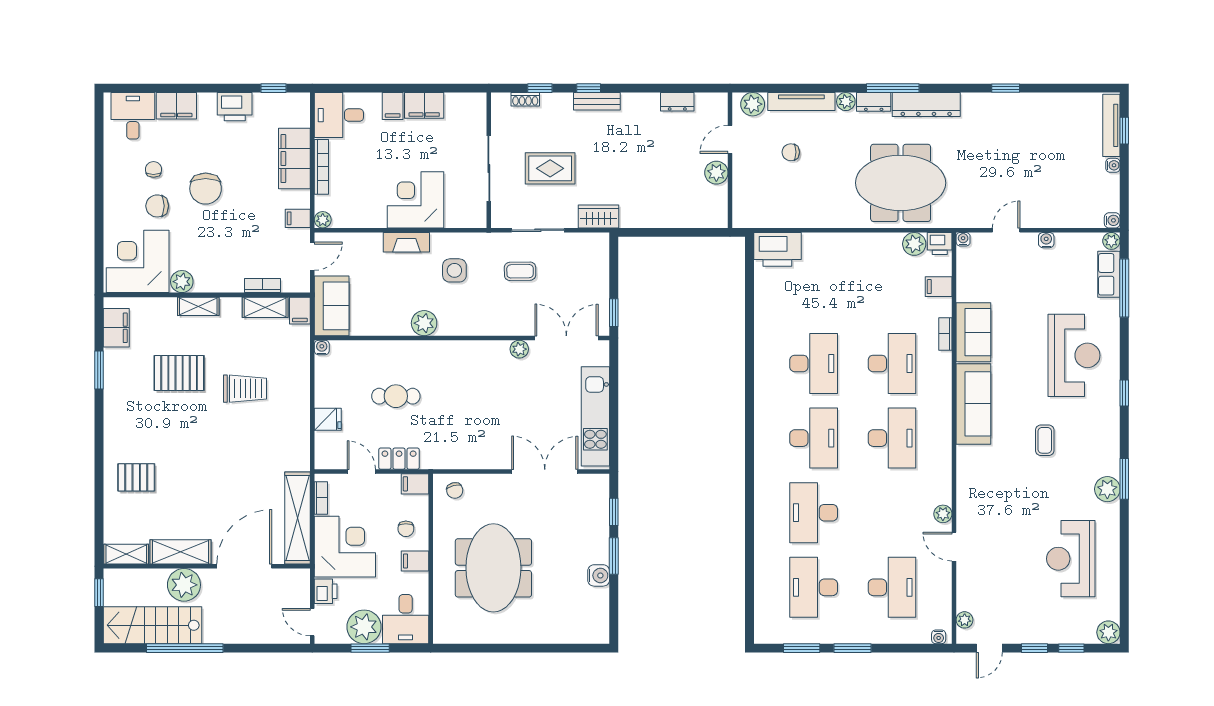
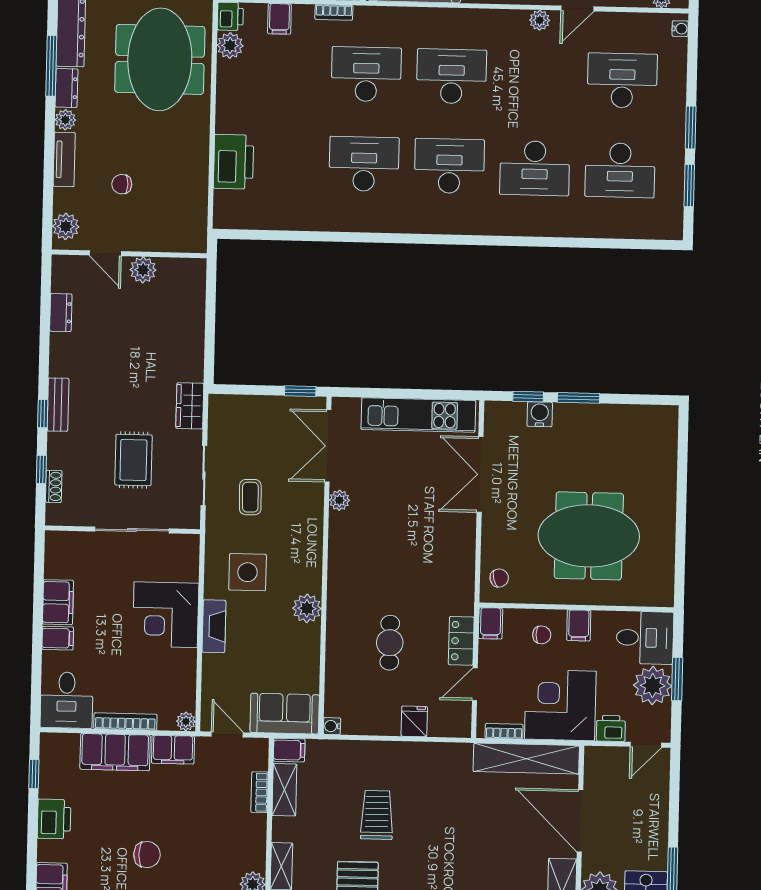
tv unit: (801, 101) -> (64, 159), width x0.71
chair: (791, 152) -> (122, 184), turned 90
chair: (206, 189) -> (147, 855), width x0.73, depth x0.73
filing cabinet: (298, 218) -> (173, 750), width x2.00
printer: (777, 249) -> (234, 162), moved
side table: (454, 270) -> (248, 572), width x1.37, depth x1.37
water cooler: (599, 575) -> (540, 414), moved

